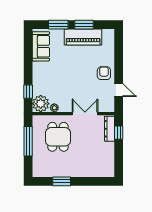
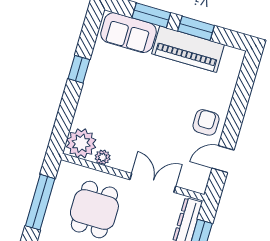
sofa: (41, 46) -> (129, 33), moved, turned 90
door: (119, 90) -> (223, 159), swing flipped
window: (28, 92) -> (79, 69), moved

